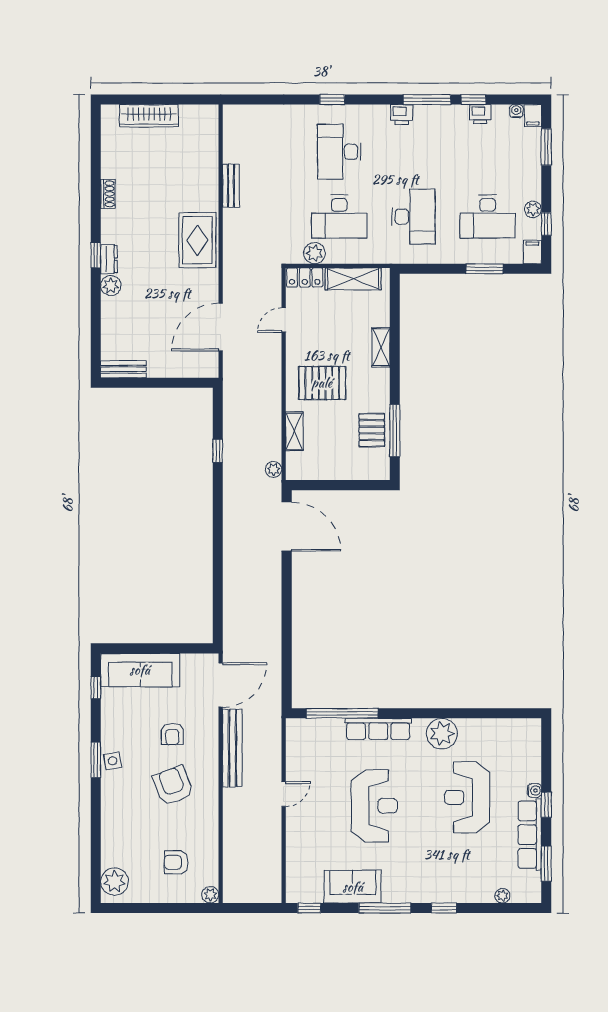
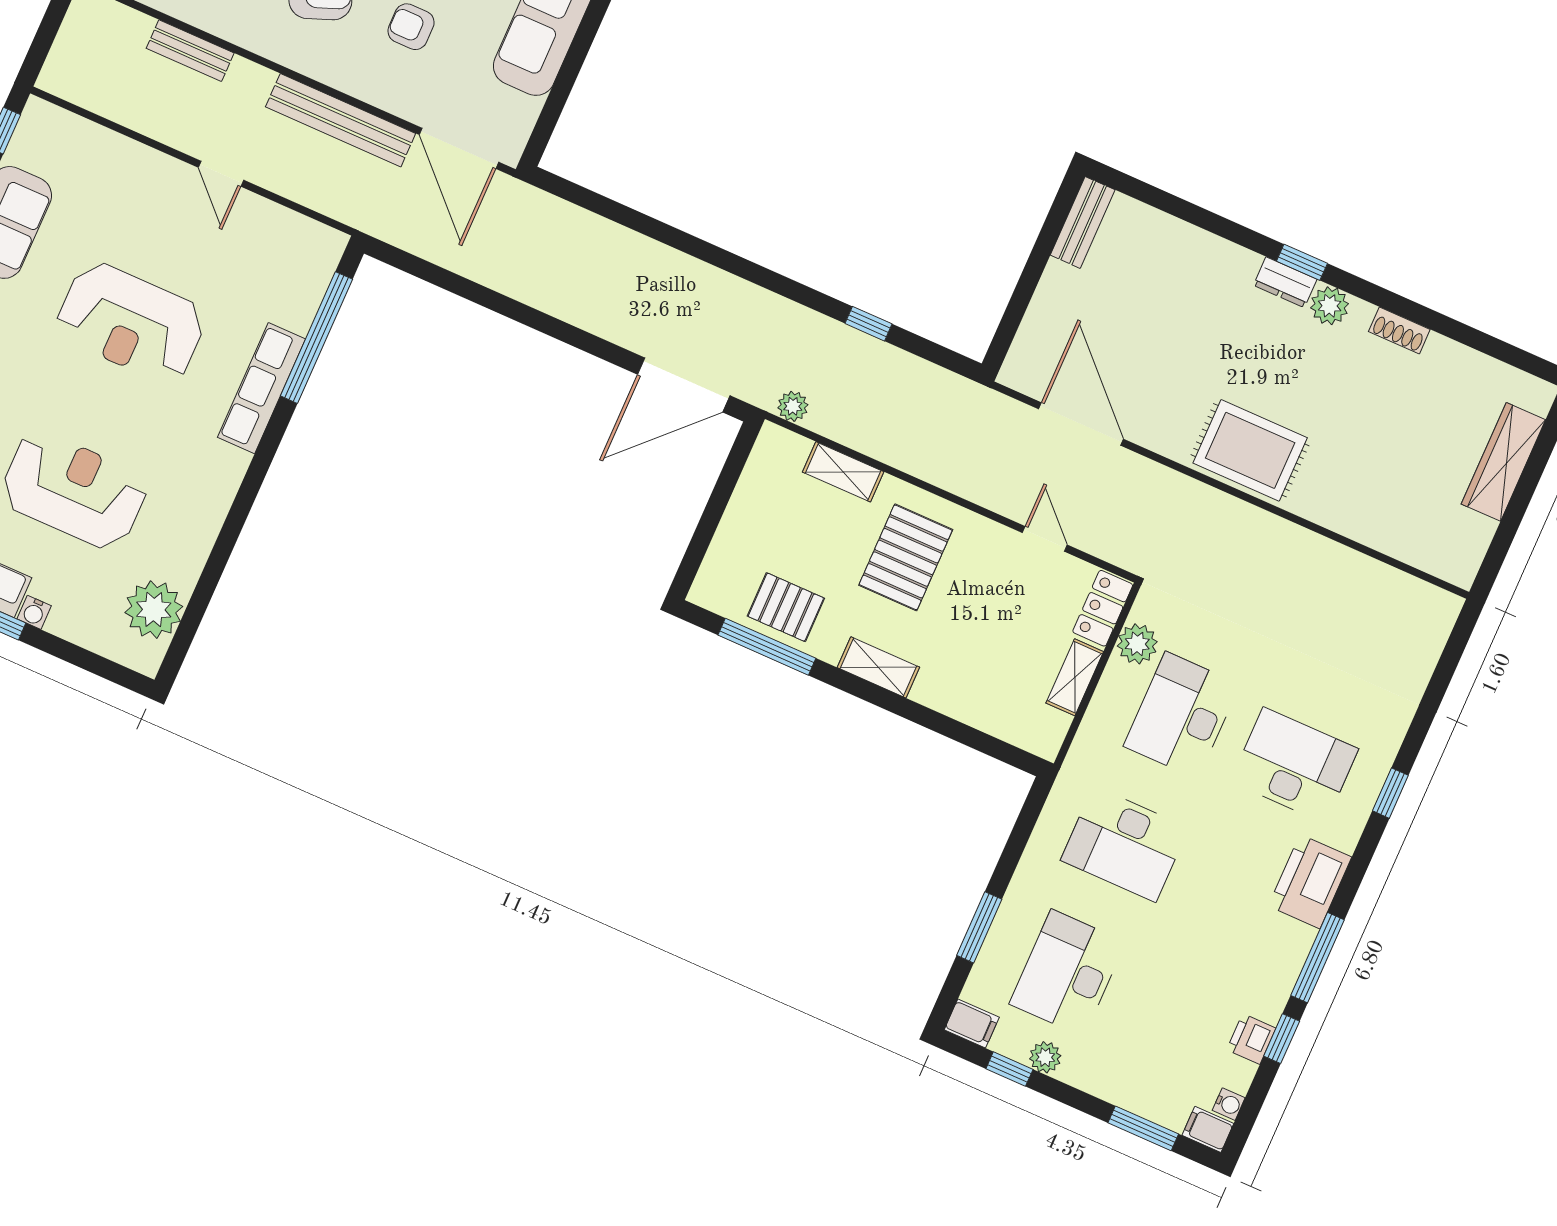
printer: (402, 115) -> (1310, 881), width x1.87, depth x1.48
bench: (231, 186) -> (190, 51), moved
shelving: (353, 279) -> (1075, 677), width x0.67, depth x0.75
plant: (111, 286) -> (1330, 306), moved
shelving: (381, 347) -> (878, 667), moved
plant: (442, 734) -> (154, 610), moved

